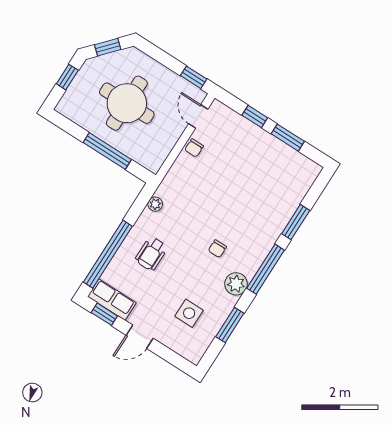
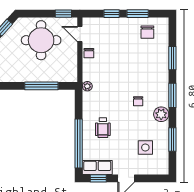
round table: (127, 103) -> (41, 40), moved
chair: (285, 169) -> (147, 32), added
plant: (155, 204) -> (87, 86), moved
window: (266, 269) -> (172, 95), width x0.69

